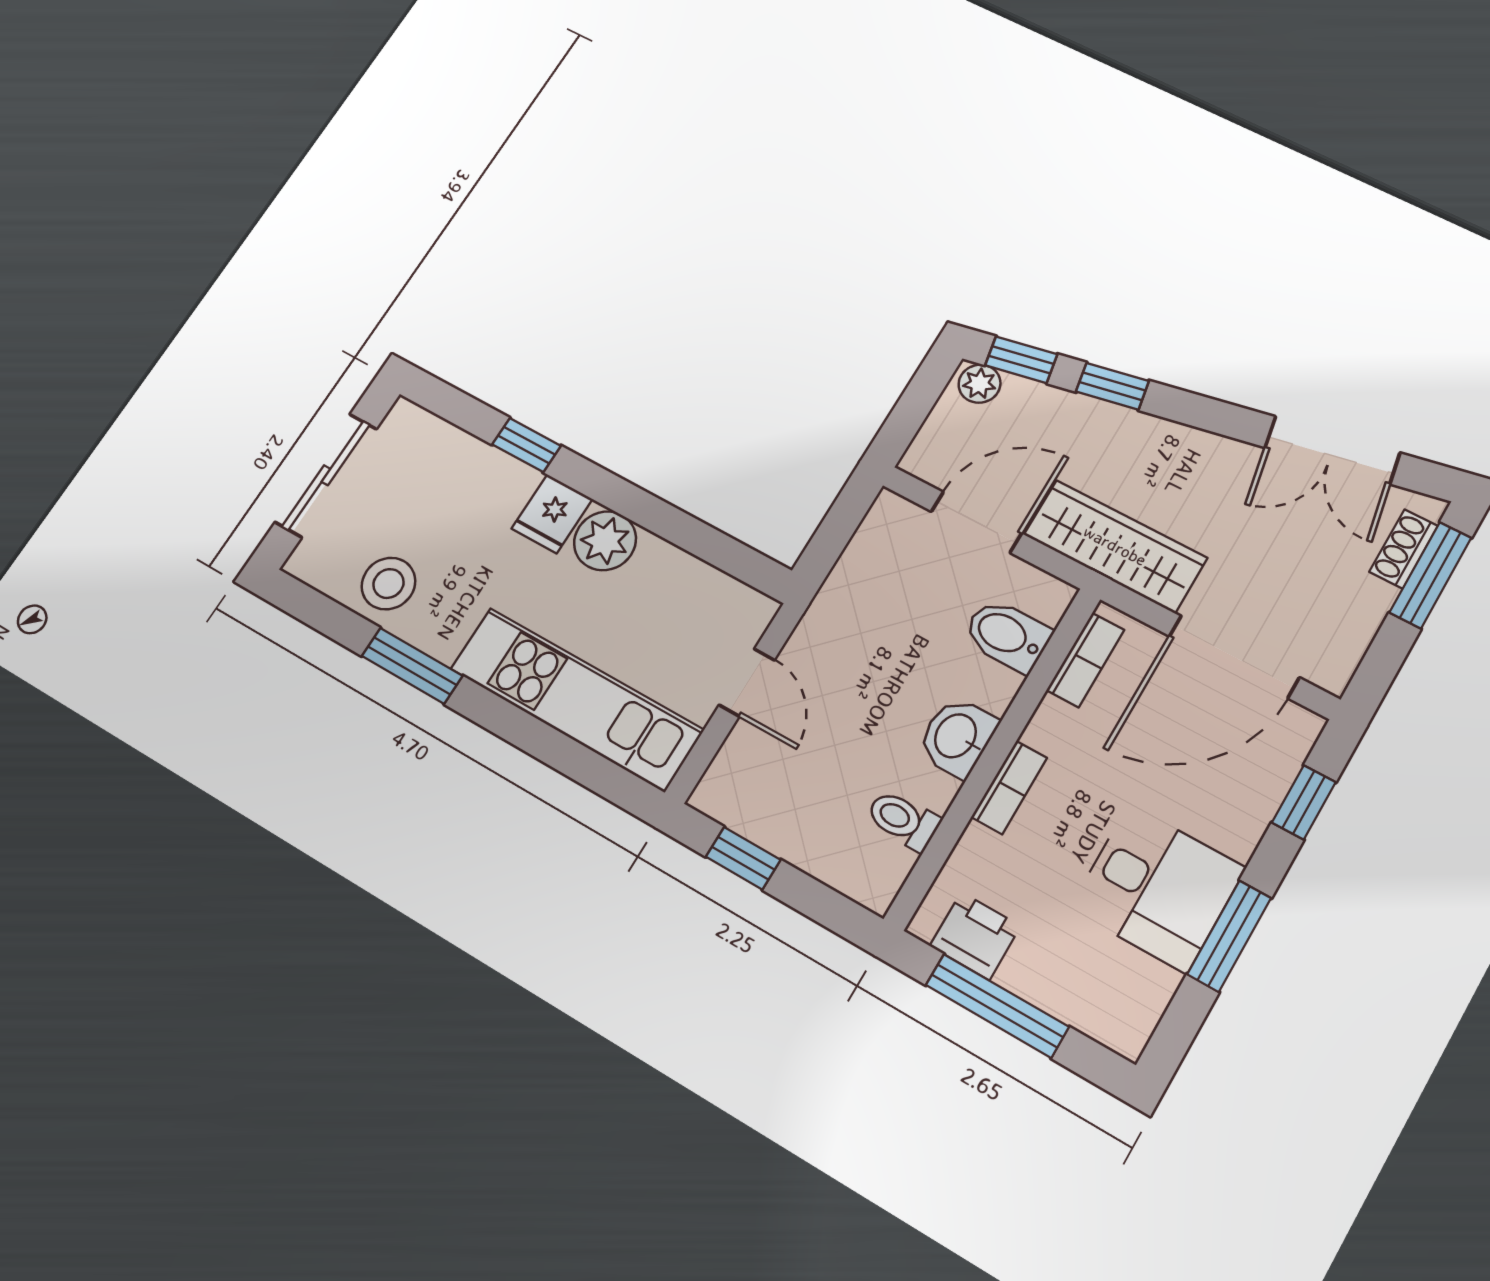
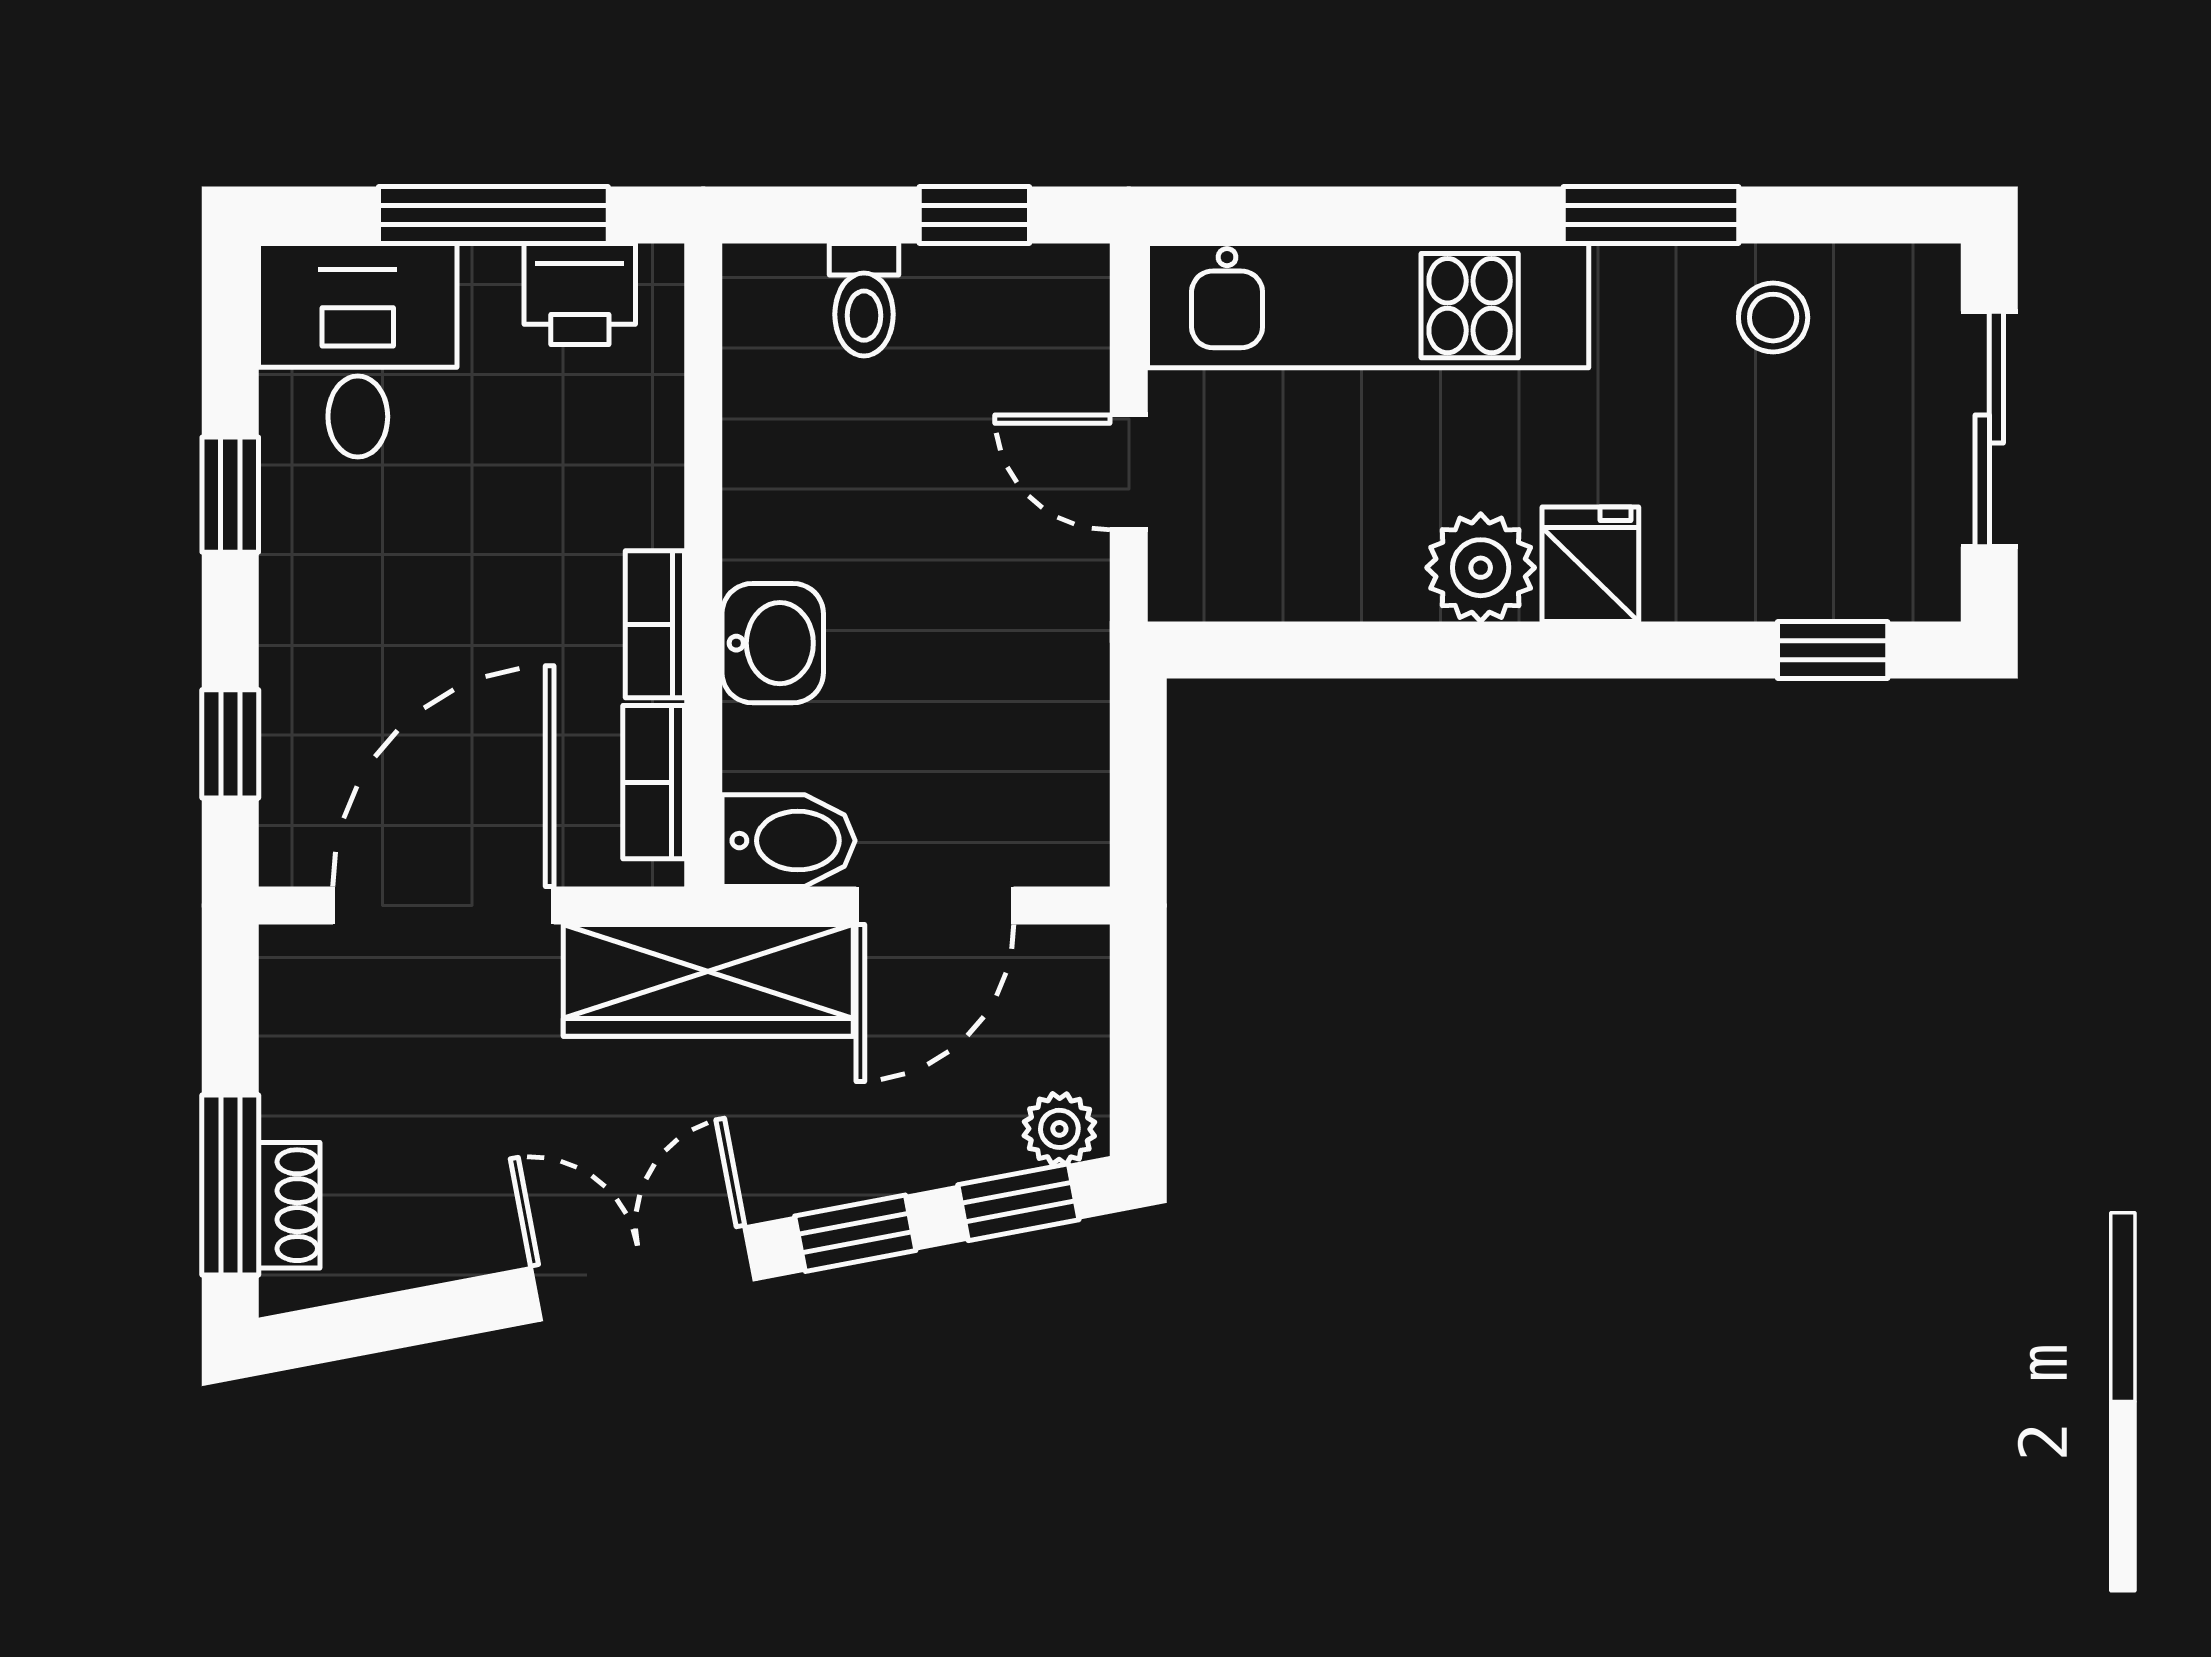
window: (527, 445) -> (1833, 650), moved
double door: (1332, 450) -> (643, 1274), moved
stool: (388, 584) -> (1773, 318), width x0.73, depth x0.73
bidet: (1007, 635) -> (789, 841), moved
washbasin: (957, 737) -> (773, 643), moved
bookcase: (1009, 787) -> (655, 624), moved
toilet: (903, 820) -> (864, 300), moved, turned 90
desk: (1158, 888) -> (358, 350), moved, turned 90
window: (1229, 936) -> (230, 495), width x0.67

